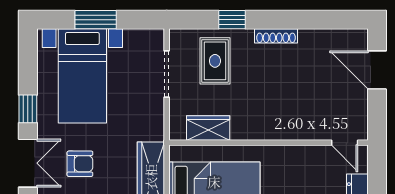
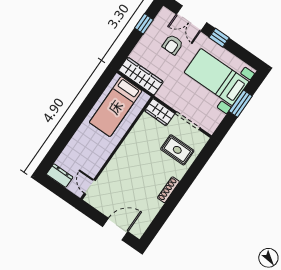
window: (232, 20) -> (192, 173), removed
wardrobe: (208, 128) -> (160, 112), moved, turned 90
door: (345, 143) -> (90, 187), hinge flipped

